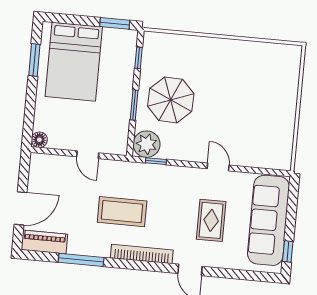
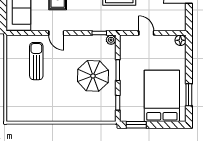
sun lounger: (251, 129) -> (36, 61), added
plant: (147, 144) -> (111, 40), width x0.53, depth x0.53

